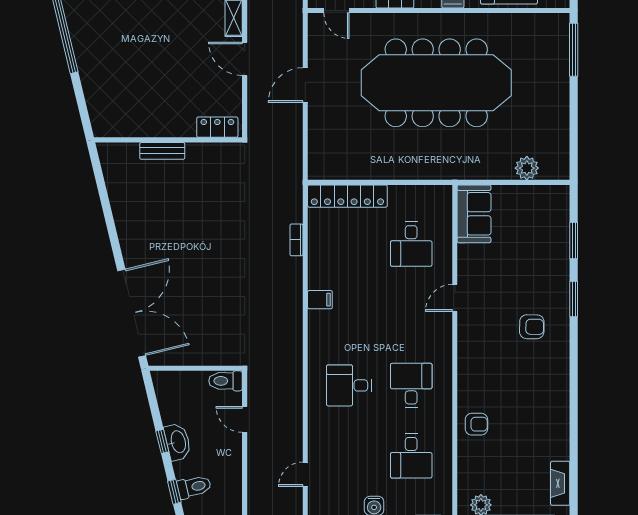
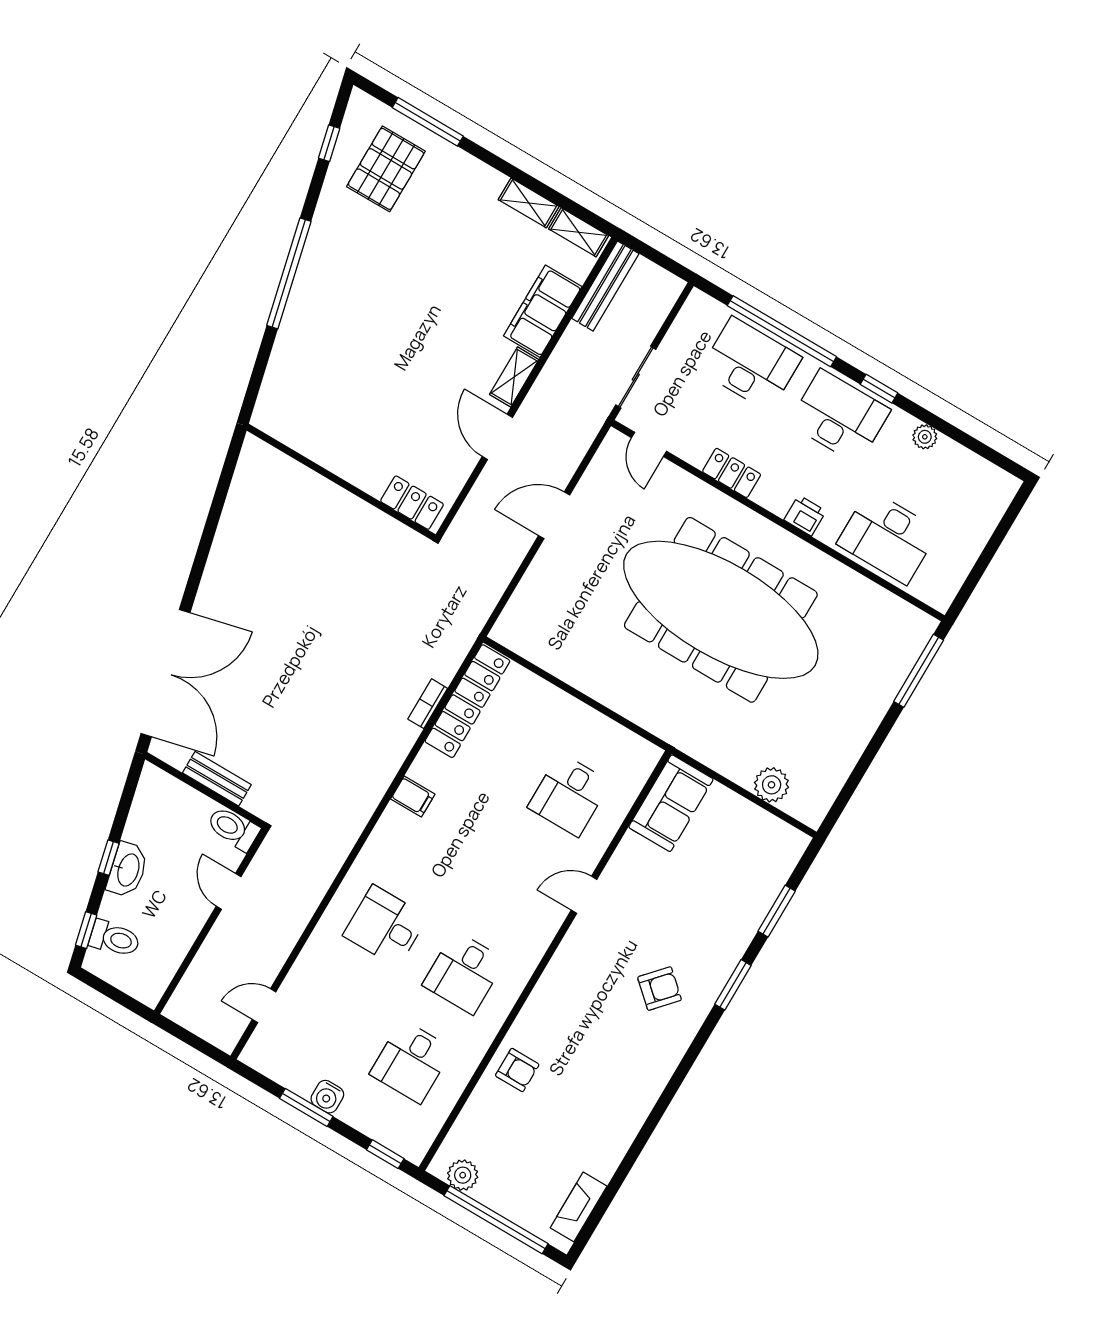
bench: (162, 151) -> (217, 779), moved
locker: (347, 196) -> (467, 701), moved, turned -90
armchair: (532, 327) -> (660, 989), turned -49
desk: (411, 385) -> (464, 973), turned 180

